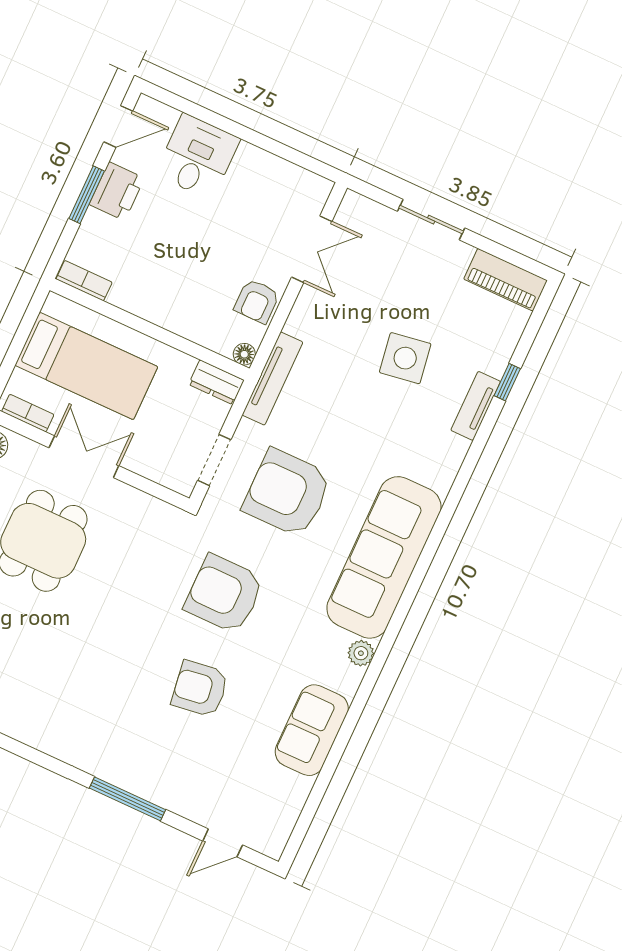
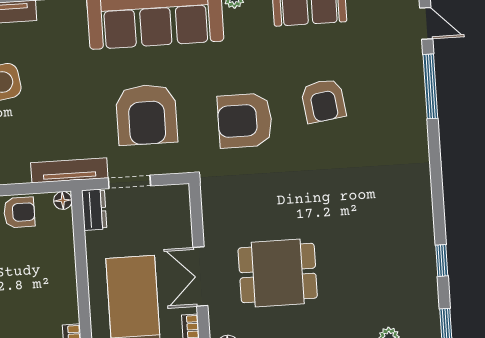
doorway: (214, 460) -> (129, 182), moved
armchair: (224, 594) -> (245, 121), turned 90
window: (127, 799) -> (430, 86), moved

